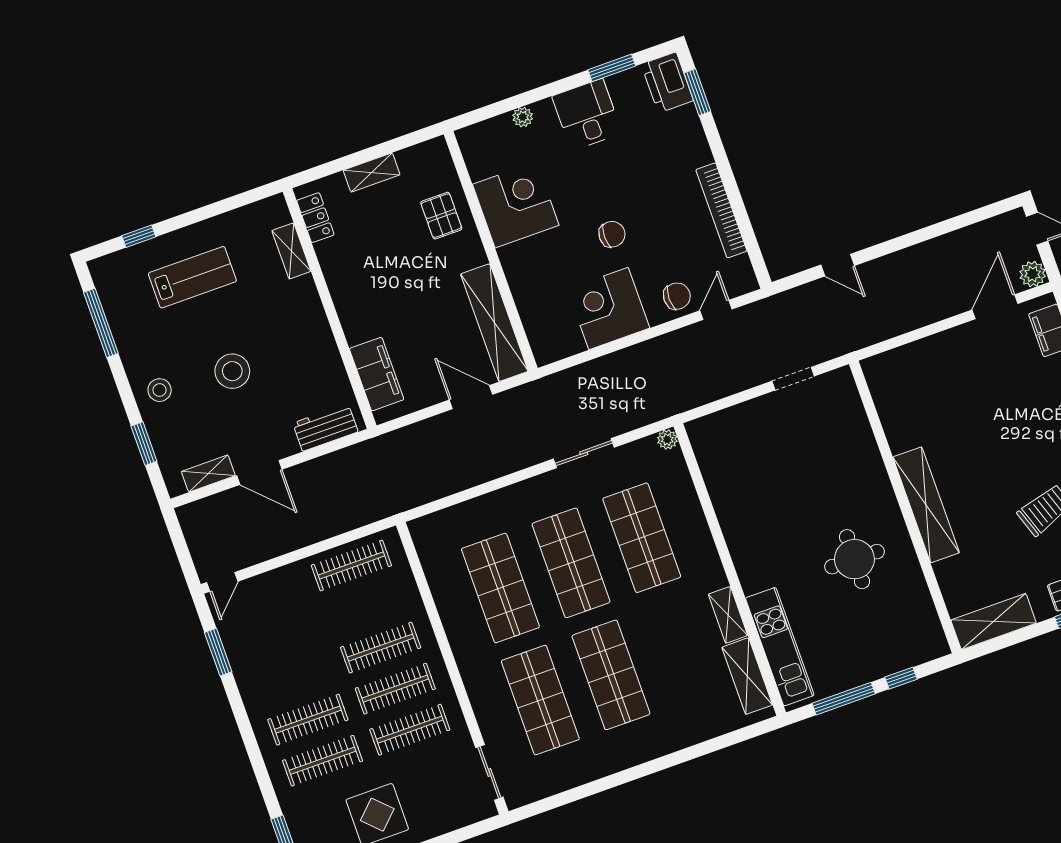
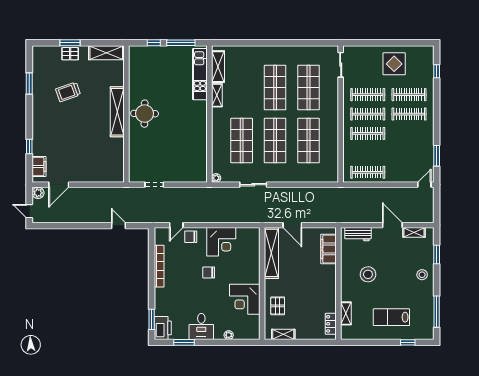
shelving: (372, 173) -> (283, 334), moved
stool: (232, 371) -> (368, 274), moved
round table: (854, 559) -> (145, 114), moved

